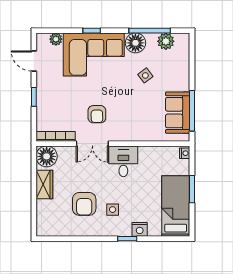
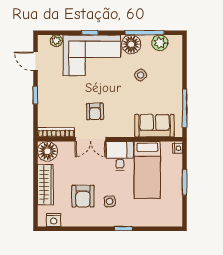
sofa: (178, 113) -> (154, 126), moved, turned 90
wardrobe: (44, 185) -> (45, 185), width x1.50
bed: (176, 206) -> (147, 170), moved, turned 180
nightstand: (140, 229) -> (54, 220), moved

